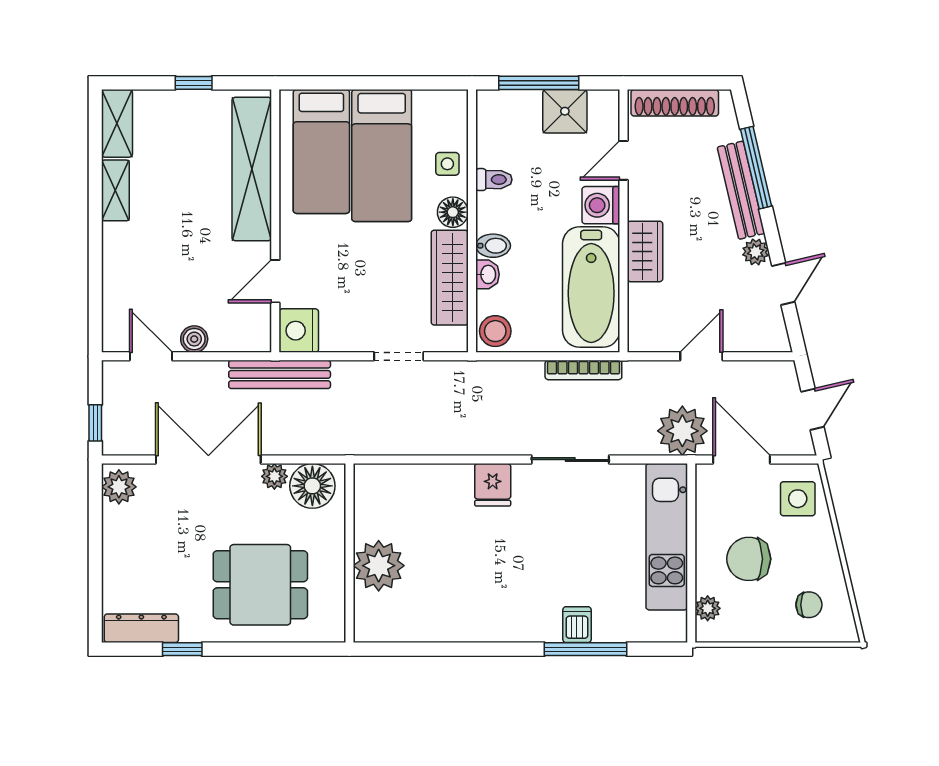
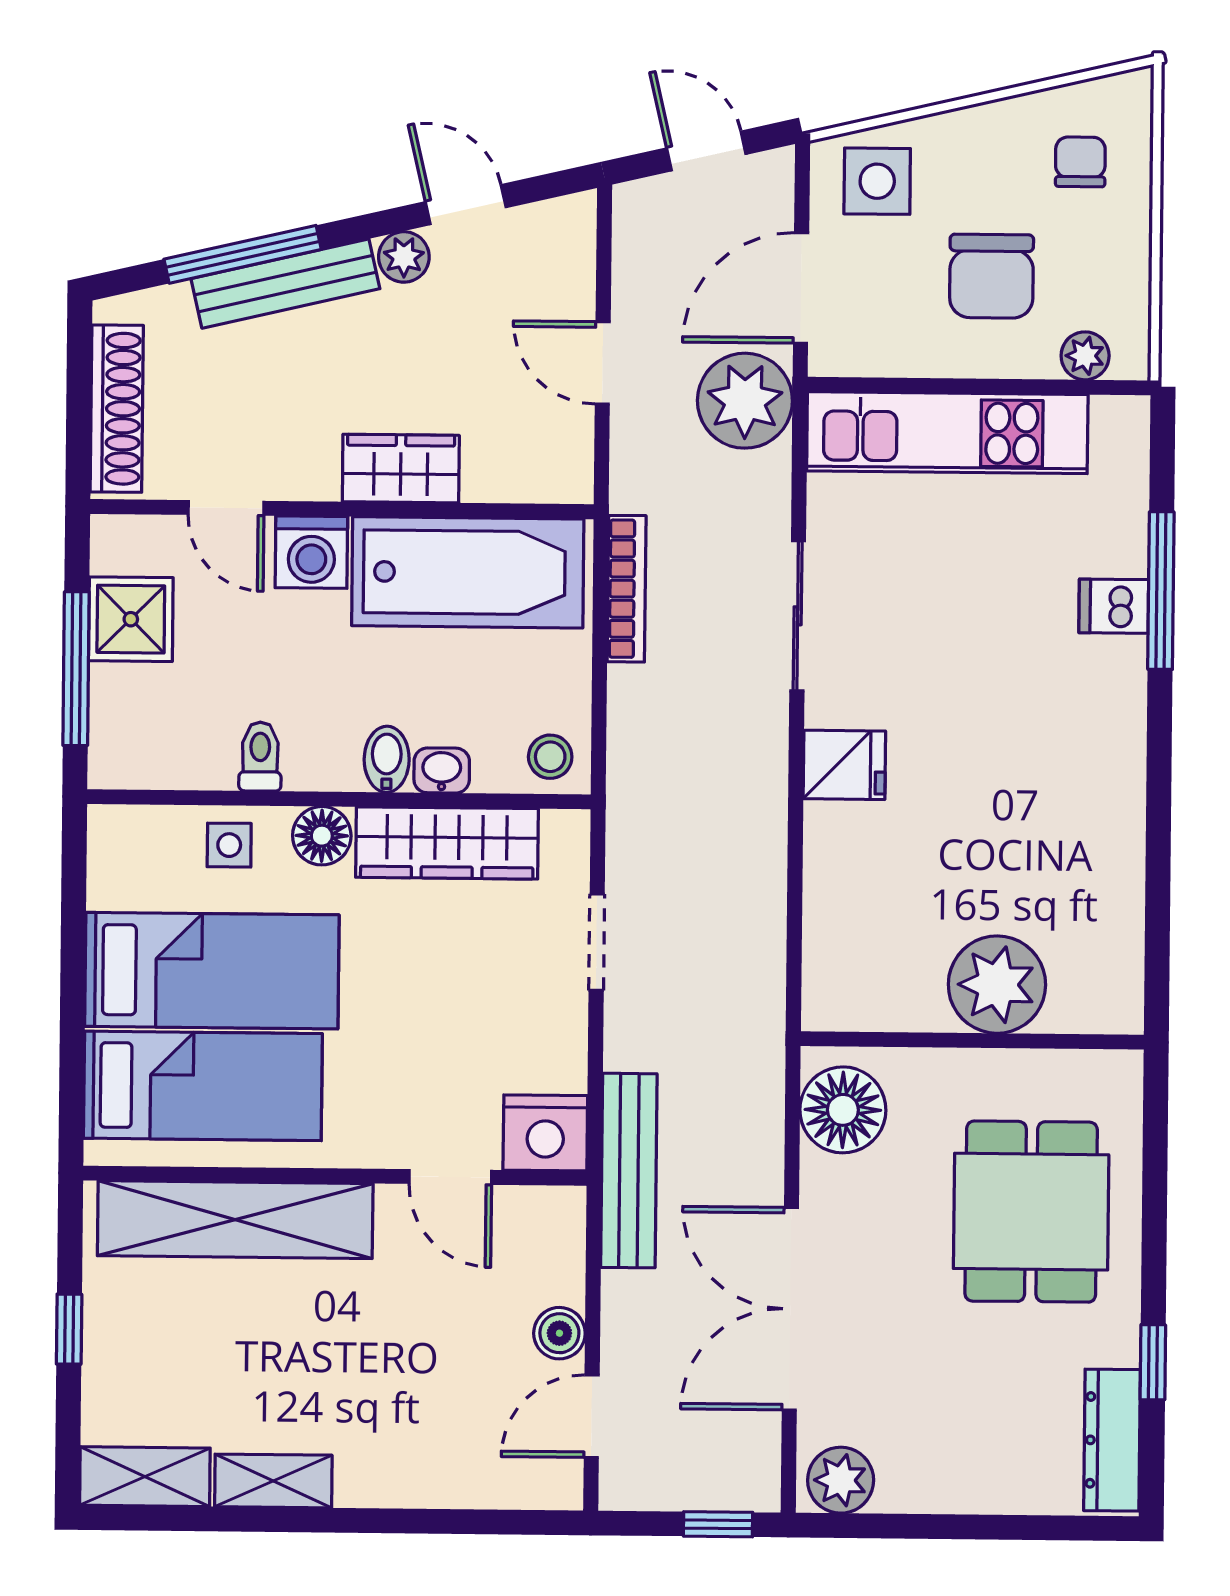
stool: (495, 331) -> (550, 757), width x0.73, depth x0.73
plant: (274, 476) -> (824, 1182), removed

